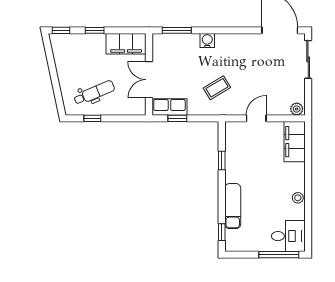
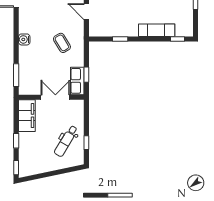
water cooler: (207, 41) -> (24, 39), moved
double door: (149, 80) -> (55, 97), swing flipped
dental chair: (94, 93) -> (66, 141), turned -126

